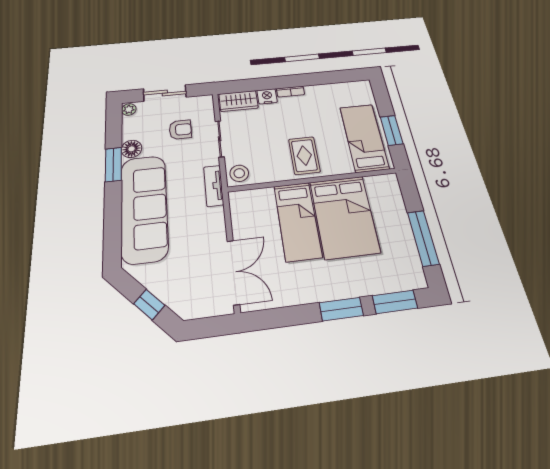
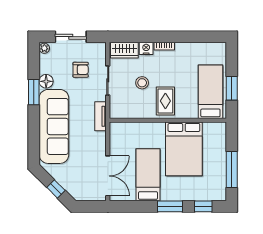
stool: (239, 173) -> (142, 83), moved
bed: (298, 221) -> (148, 175), moved, turned 180
window: (395, 302) -> (203, 206), width x0.67

